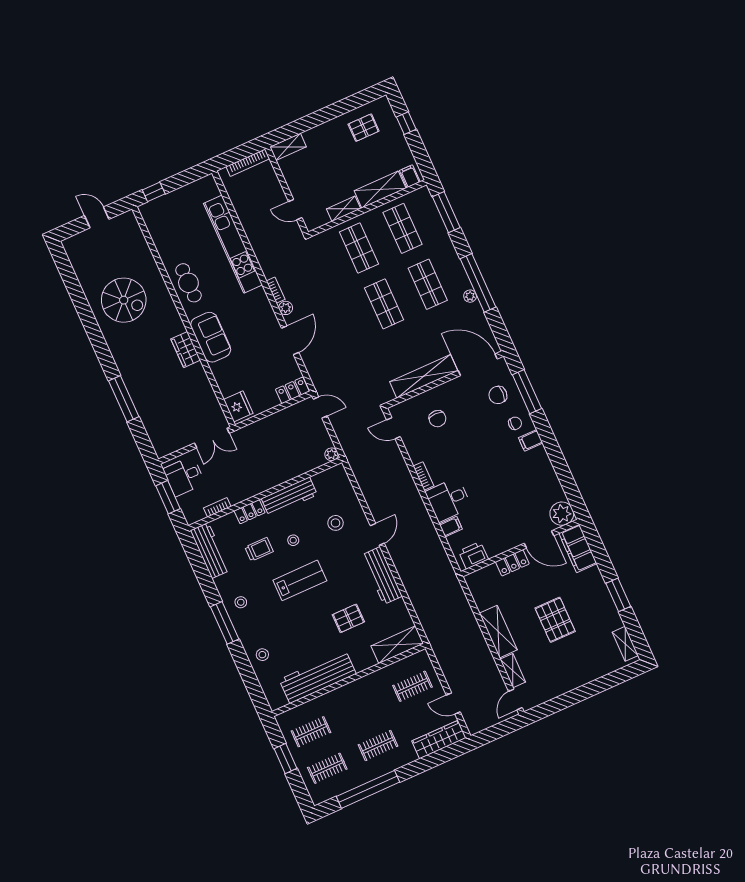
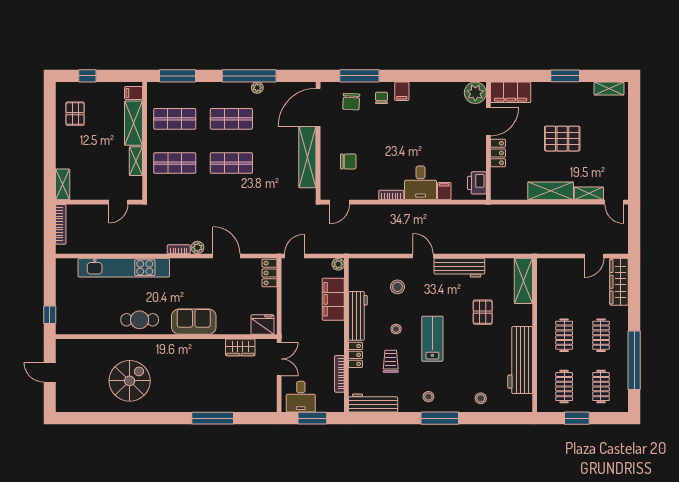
door: (97, 217) -> (50, 372), hinge flipped
wardrobe: (186, 350) -> (240, 347), moved
filing cabinet: (295, 465) -> (333, 299), added
bookcase: (217, 507) -> (339, 374), width x1.56
clothes rail: (412, 686) -> (564, 335), moved

